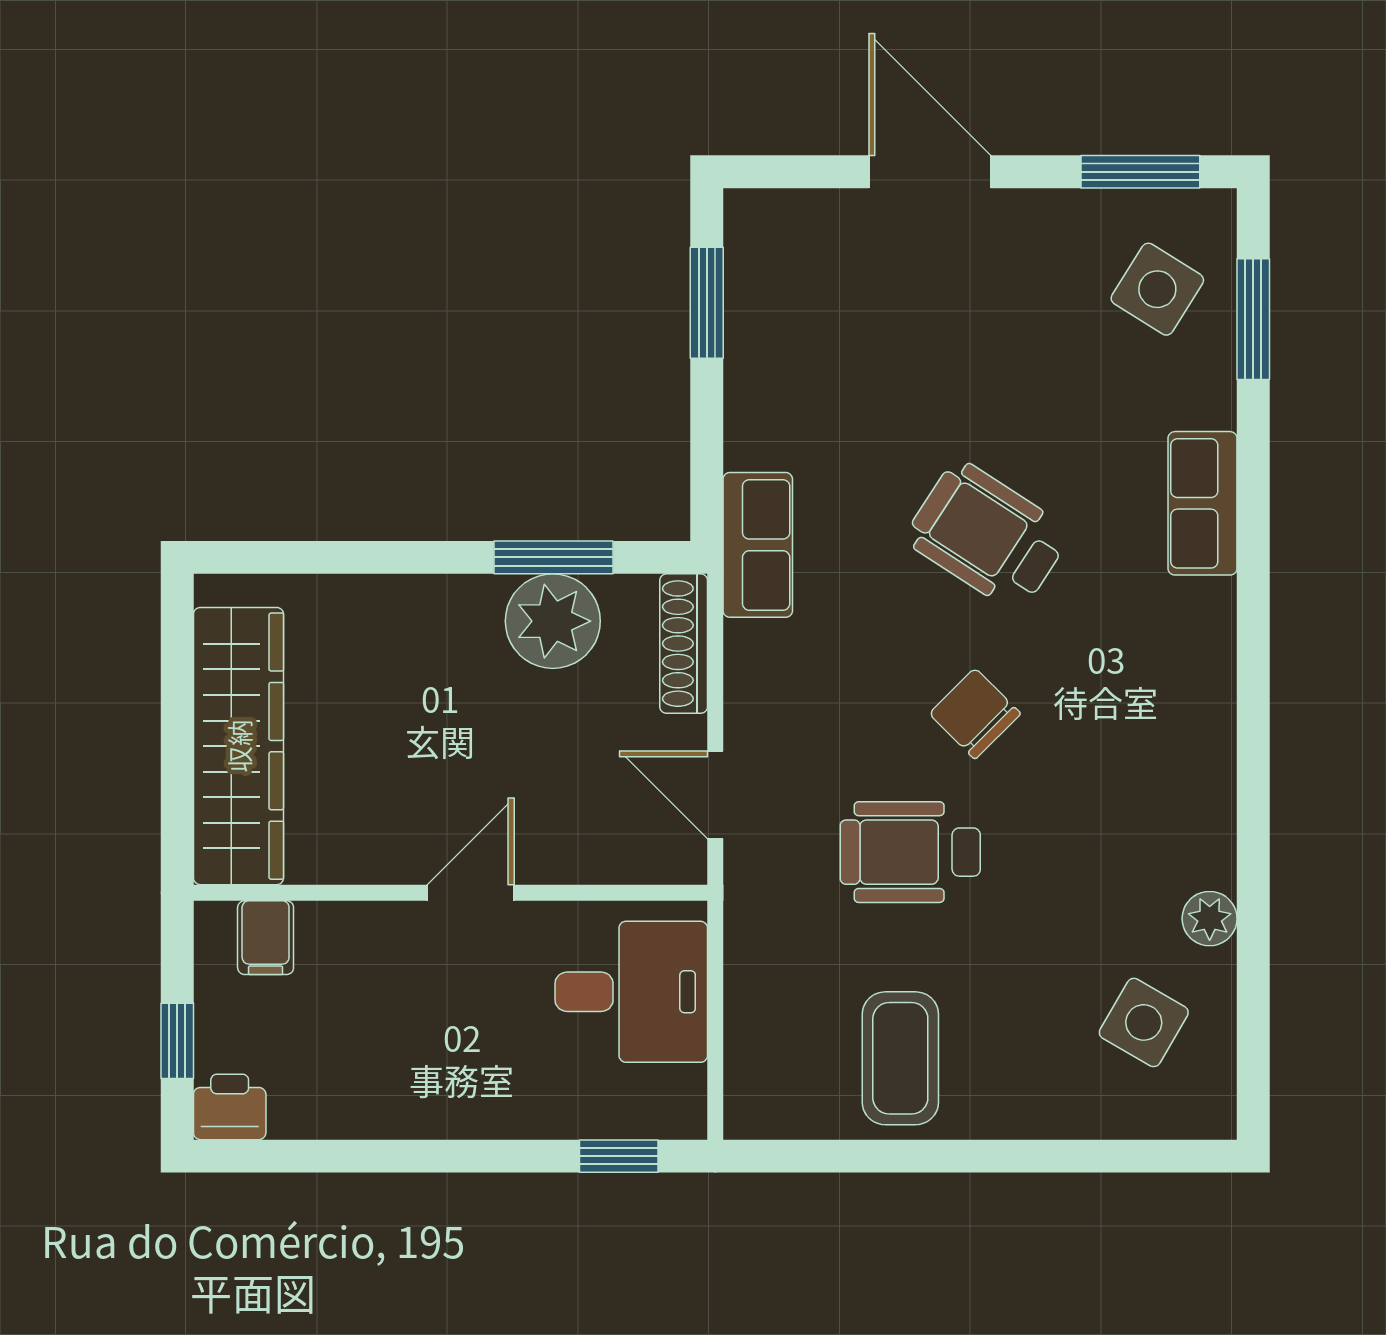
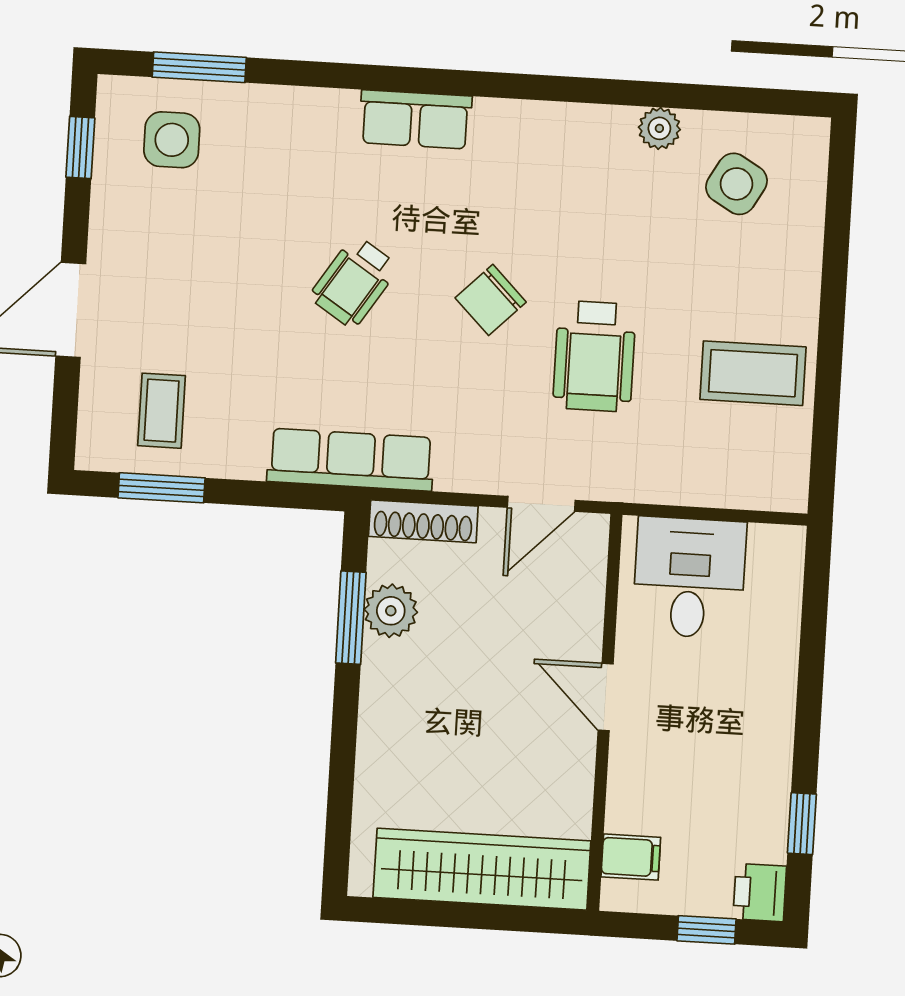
window: (1140, 172) -> (80, 148), width x0.67
side table: (1157, 289) -> (172, 140), turned -32
coffee table: (807, 297) -> (162, 411), added
row of seats: (1202, 503) -> (415, 119), moved
wheelchair: (988, 536) -> (354, 282), width x0.73, depth x0.73
row of seats: (758, 545) -> (351, 460), width x1.48
plant: (553, 621) -> (391, 611), width x0.73, depth x0.73
window: (619, 1156) -> (802, 824), moved

